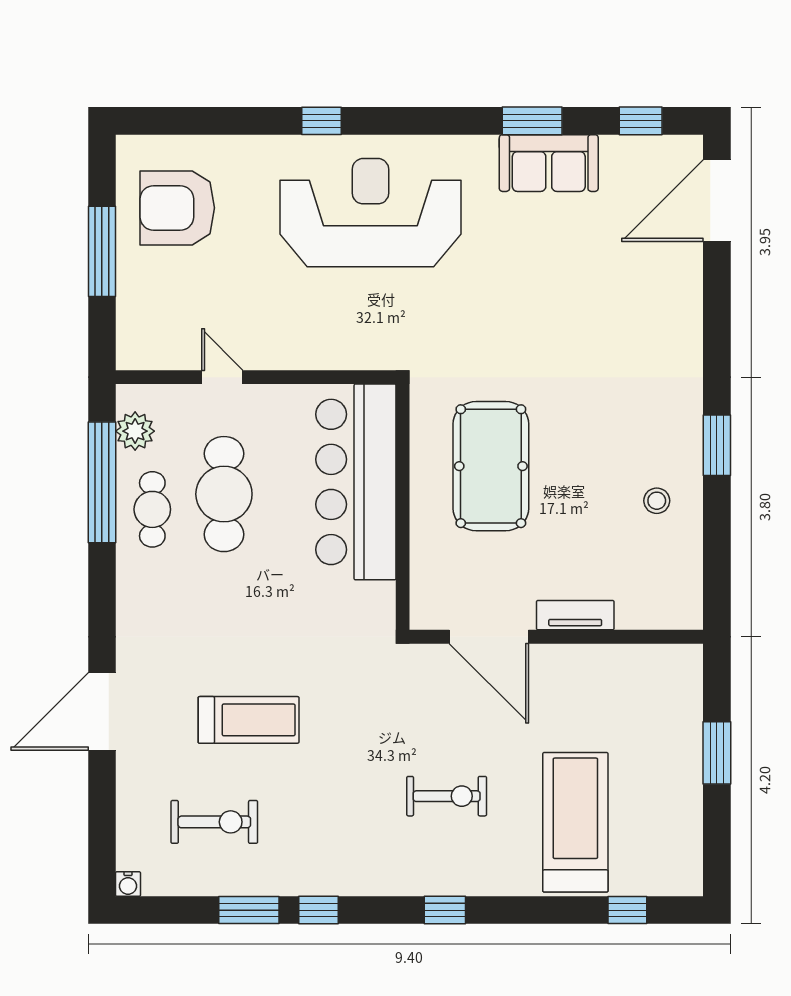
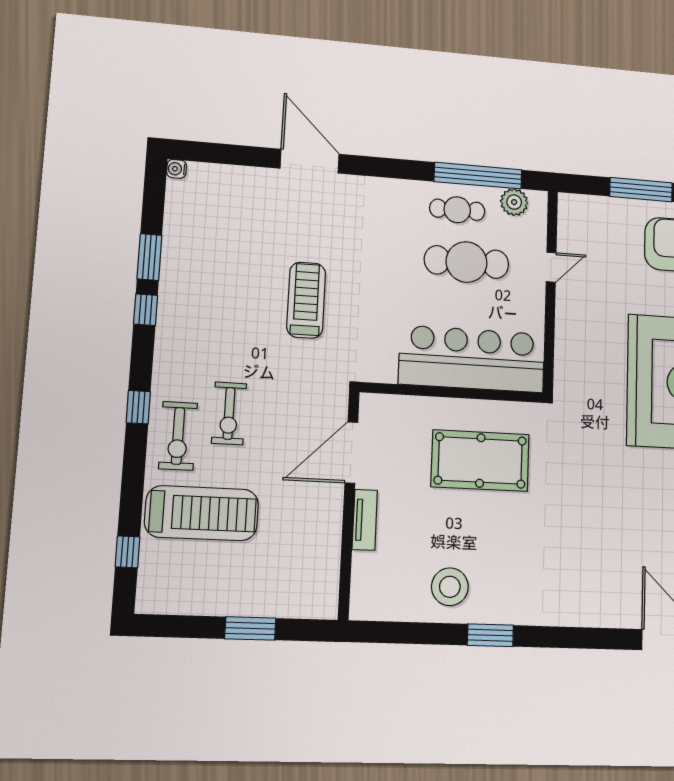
stool: (657, 501) -> (450, 587), width x1.89, depth x1.89
treadmill: (249, 720) -> (306, 300), moved, turned 180
exercise bike: (214, 822) -> (178, 436), moved

